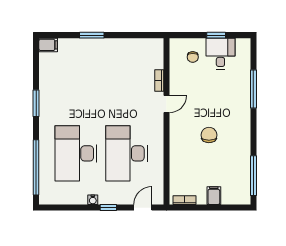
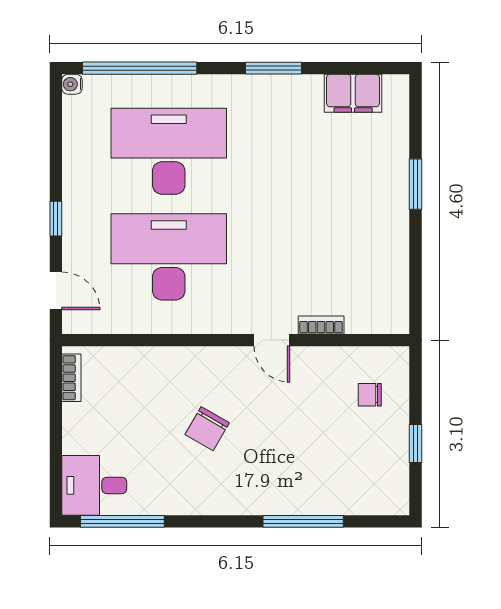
filing cabinet: (48, 45) -> (353, 93), moved, width x2.00
desk: (220, 54) -> (94, 485), moved, turned 180
chair: (209, 135) -> (207, 429), turned 120
filing cabinet: (214, 196) -> (81, 439), removed
water cooler: (93, 200) -> (72, 84), moved

